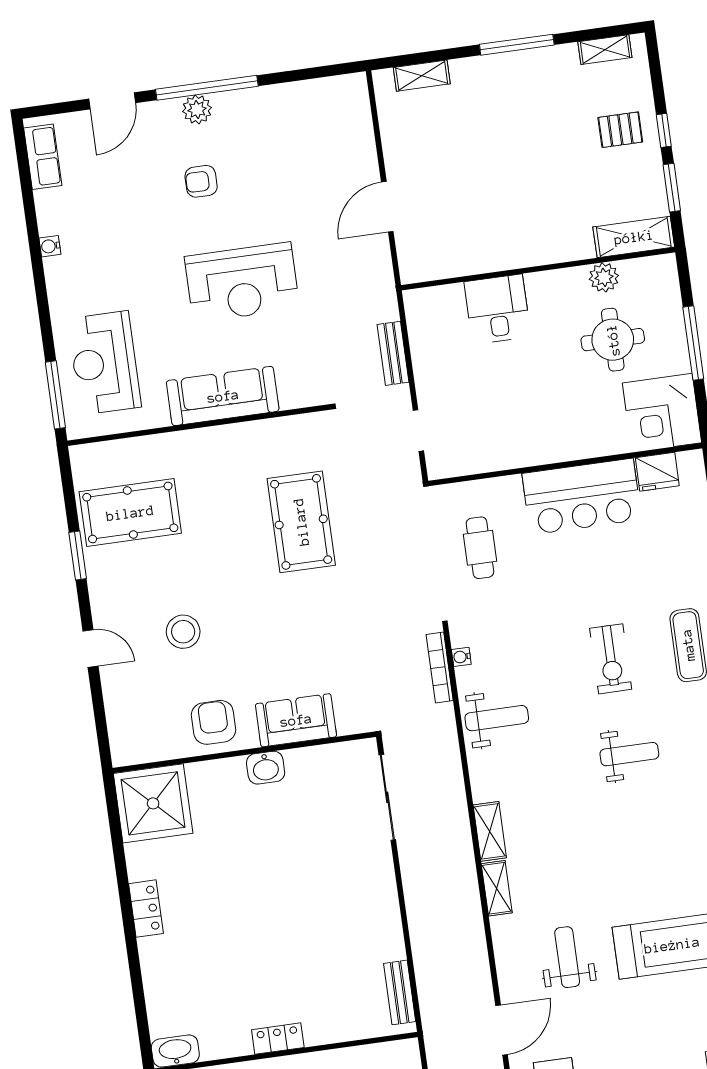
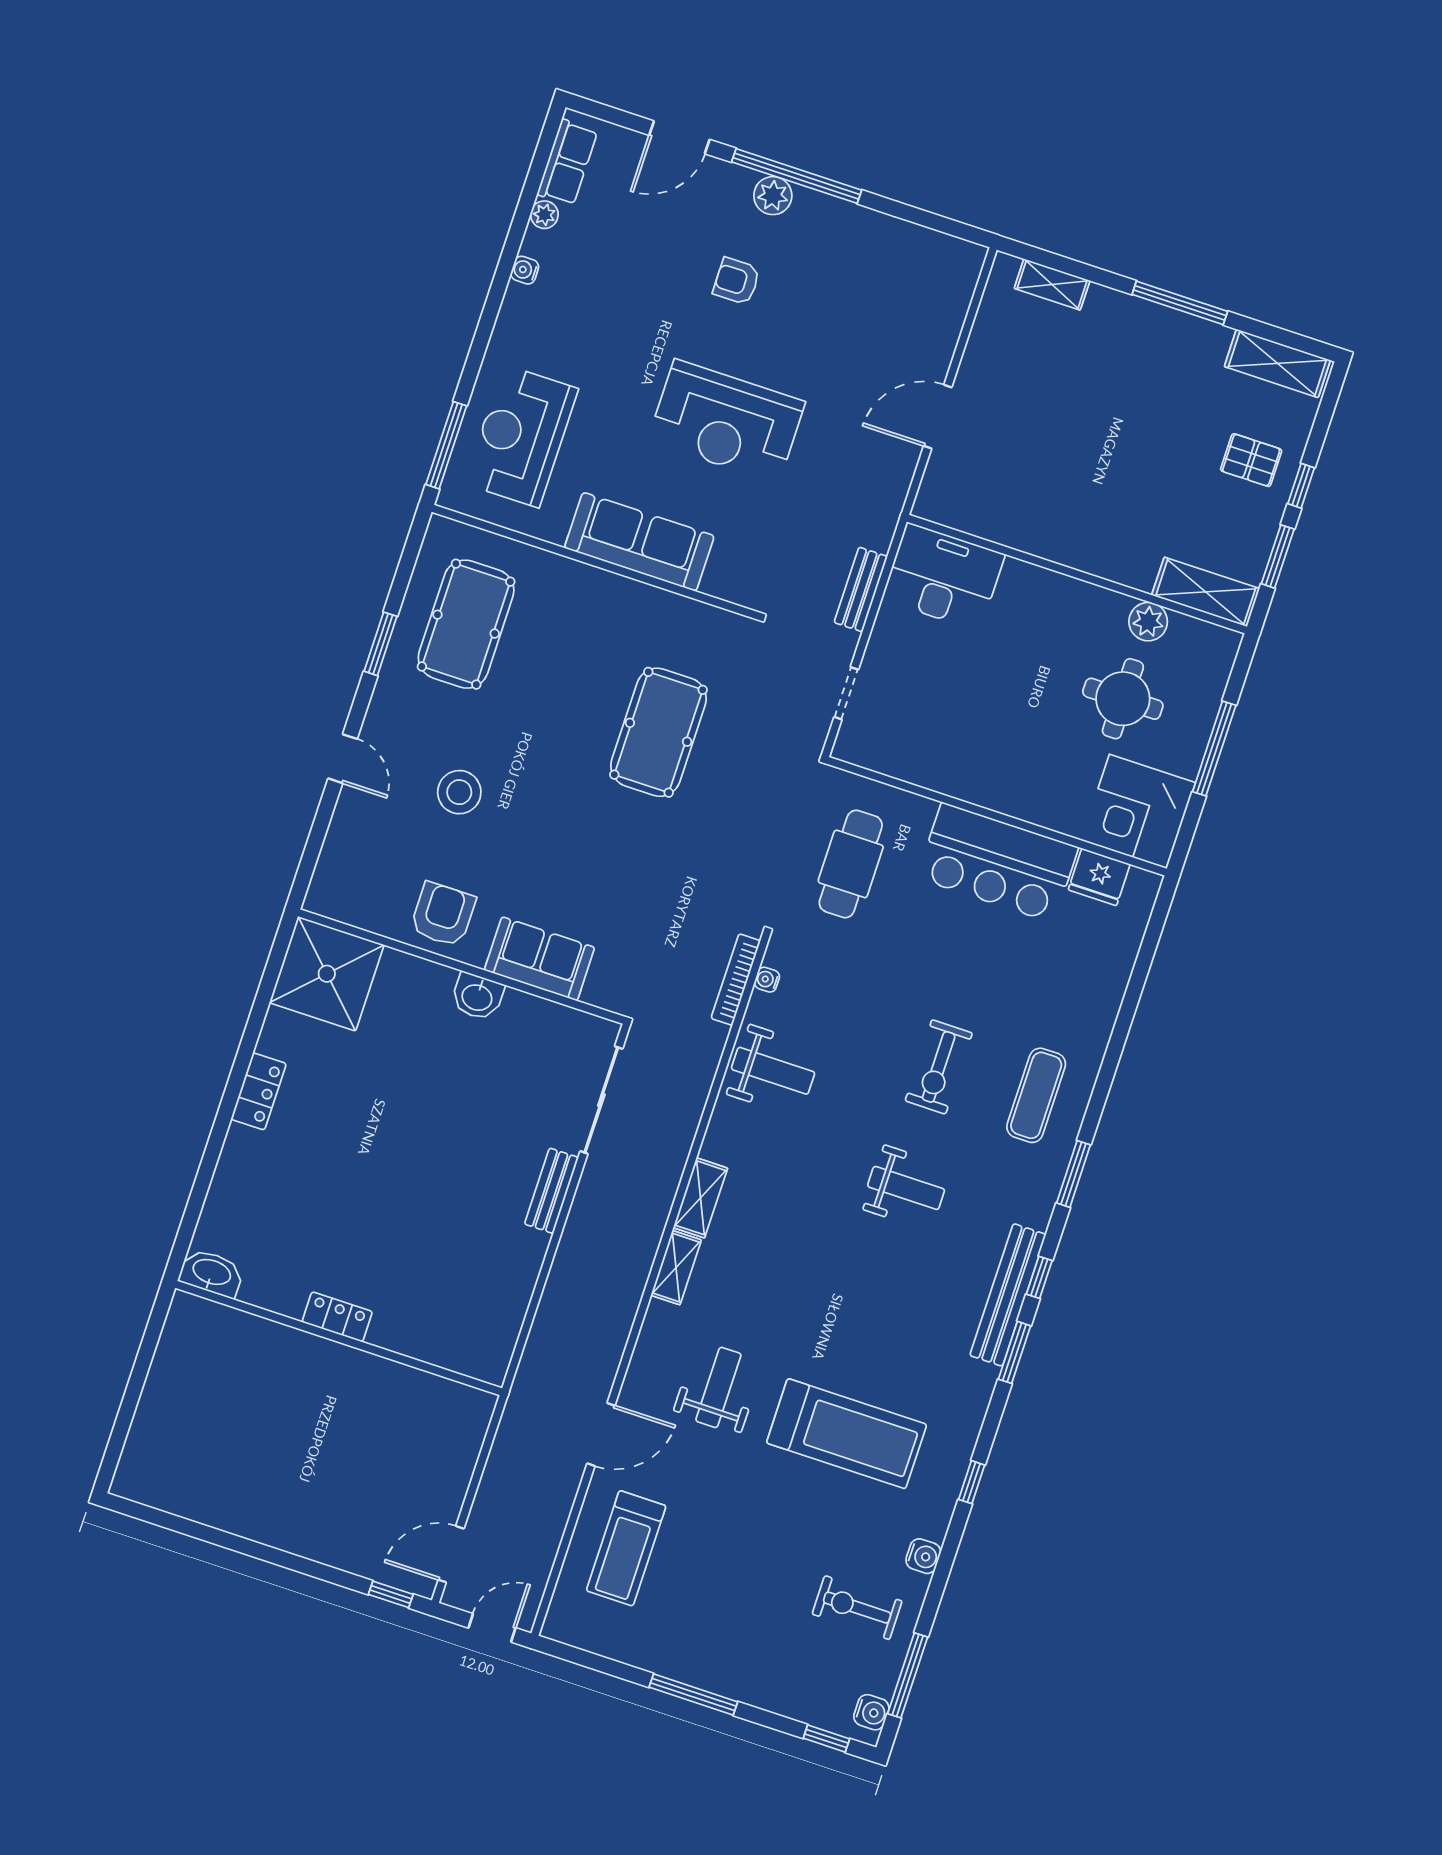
shelving: (605, 50) -> (1277, 363), width x1.50, depth x1.33
plant: (45, 201) -> (544, 215), added
desk: (497, 309) -> (943, 577), moved, width x1.37
pool table: (130, 513) -> (466, 624), turned 90
cafe table: (480, 548) -> (851, 864), width x1.37, depth x1.35
bench: (400, 992) -> (551, 1191), moved

